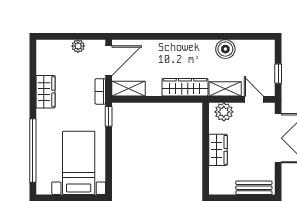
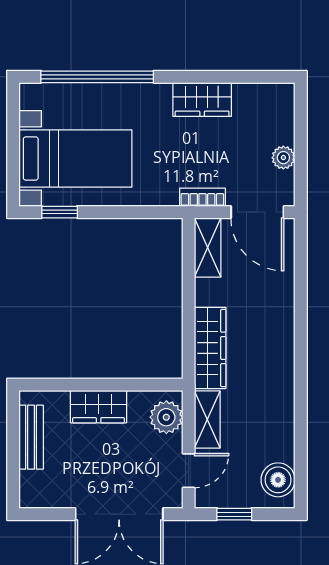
boiler: (225, 49) -> (278, 480), moved
window: (109, 116) -> (60, 212), moved
bench: (254, 188) -> (31, 437), moved

